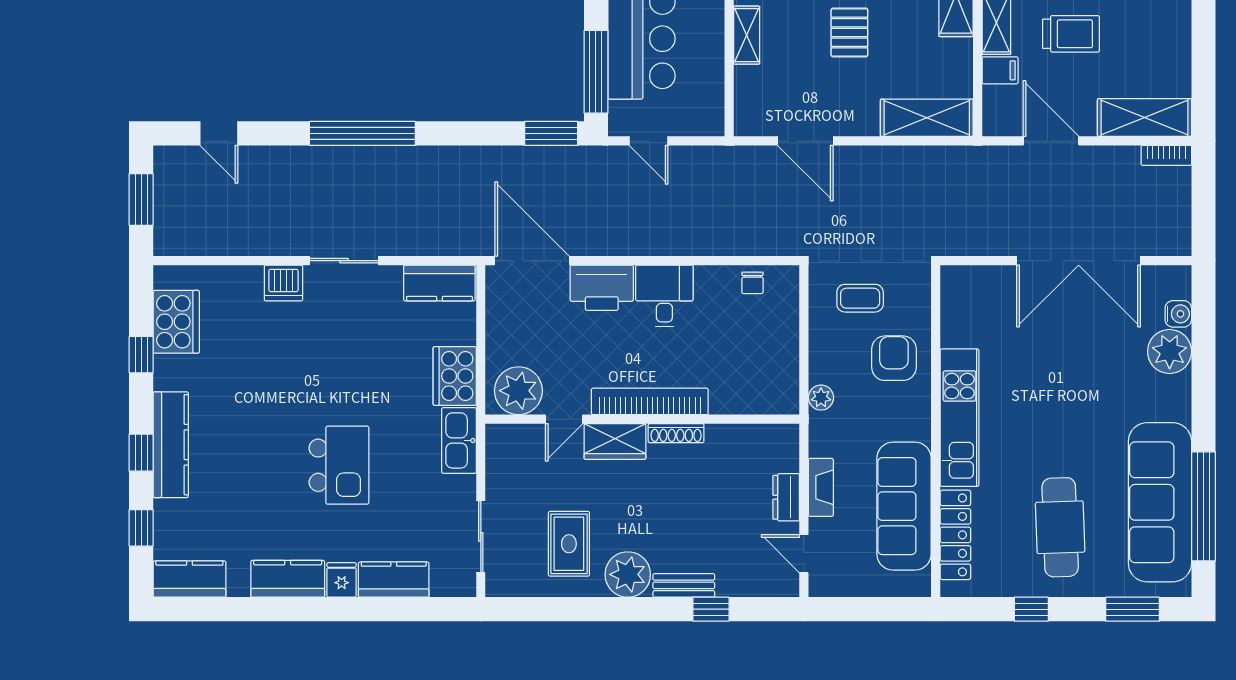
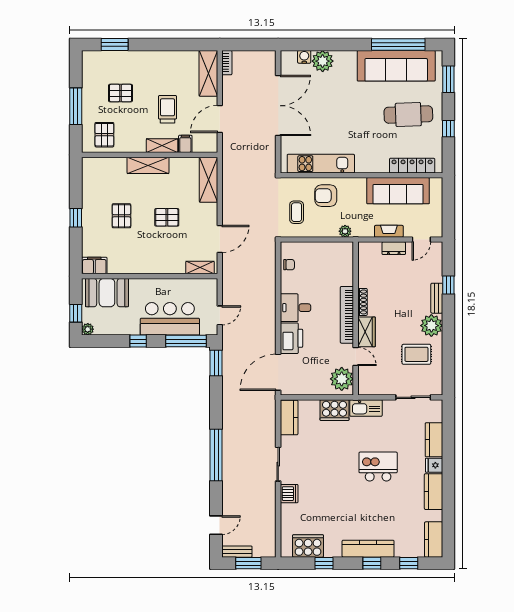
shelving: (747, 35) -> (200, 268), moved
bench: (165, 176) -> (237, 552), added
kitchen unit: (960, 418) -> (321, 164), moved

